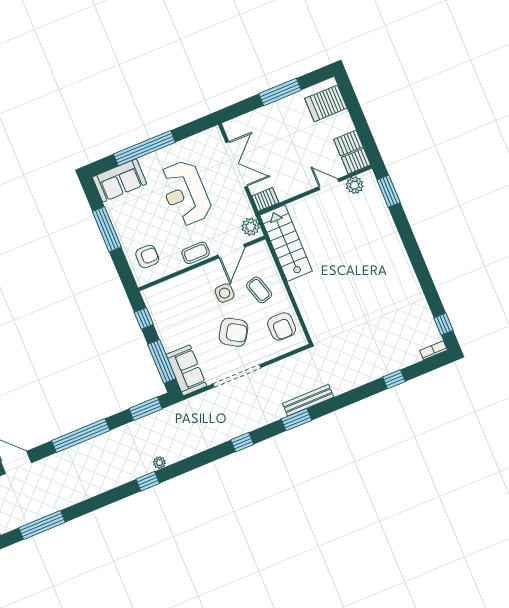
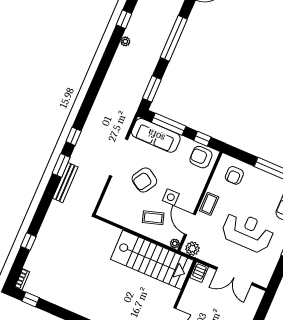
stairs: (286, 243) -> (152, 260), width x1.36, depth x1.51
plant: (262, 247) -> (175, 244), added
armchair: (282, 326) -> (201, 157), moved
sofa: (186, 370) -> (156, 135), width x1.36
window: (242, 442) -> (74, 136), moved
plant: (159, 463) -> (125, 41), moved
window: (148, 481) -> (124, 19), moved

